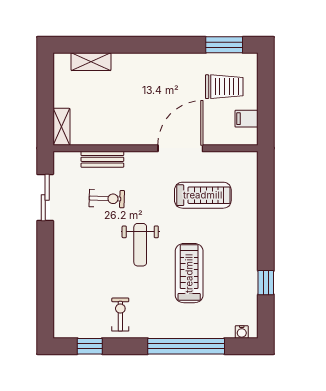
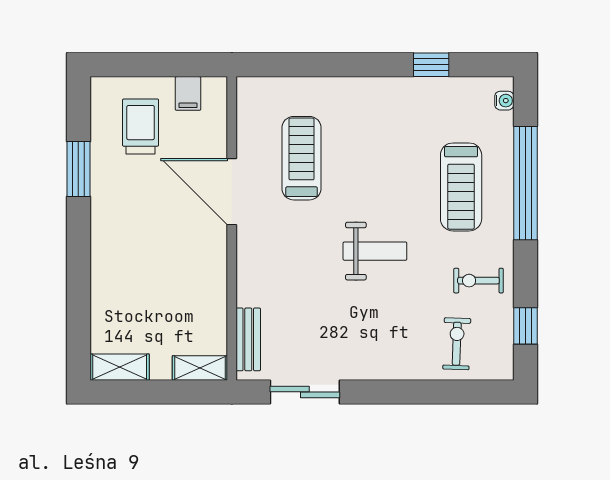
window: (224, 45) -> (78, 169), moved
shelving: (91, 62) -> (120, 367), moved, turned 90
bench: (102, 159) -> (248, 339), moved
exercise bike: (107, 199) -> (457, 344), moved
treadmill: (189, 273) -> (461, 187), moved, turned -90

